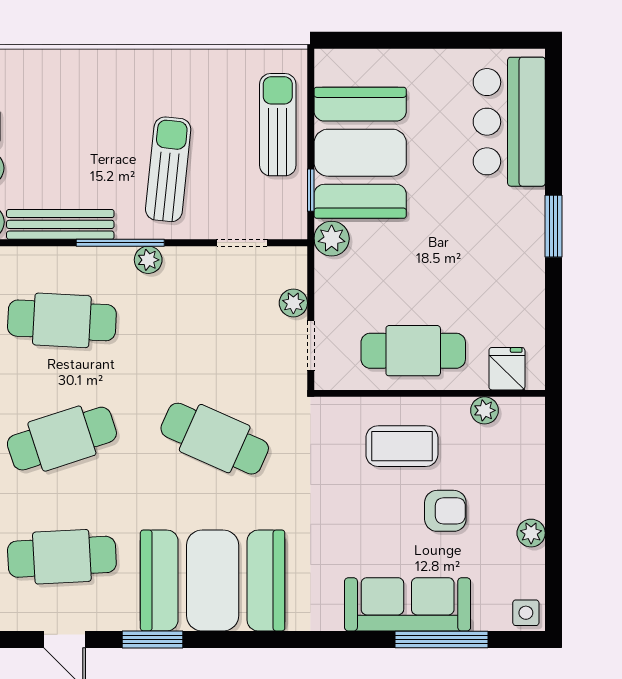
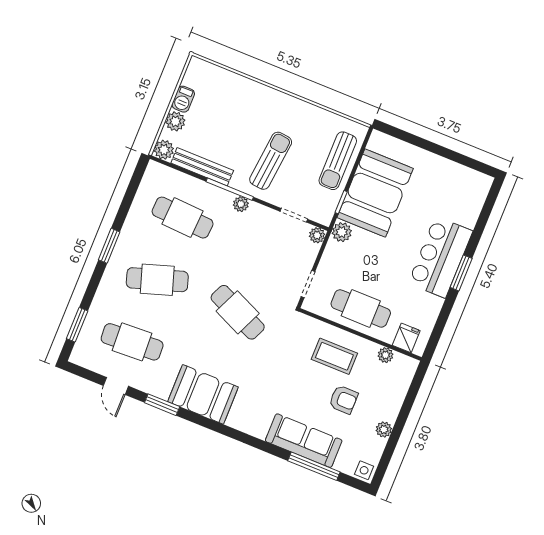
bar counter: (509, 122) -> (440, 257), moved
sun lounger: (278, 125) -> (338, 161), turned 180
plant: (293, 303) -> (317, 235), moved
booth: (213, 580) -> (203, 394), width x0.73, depth x0.70

